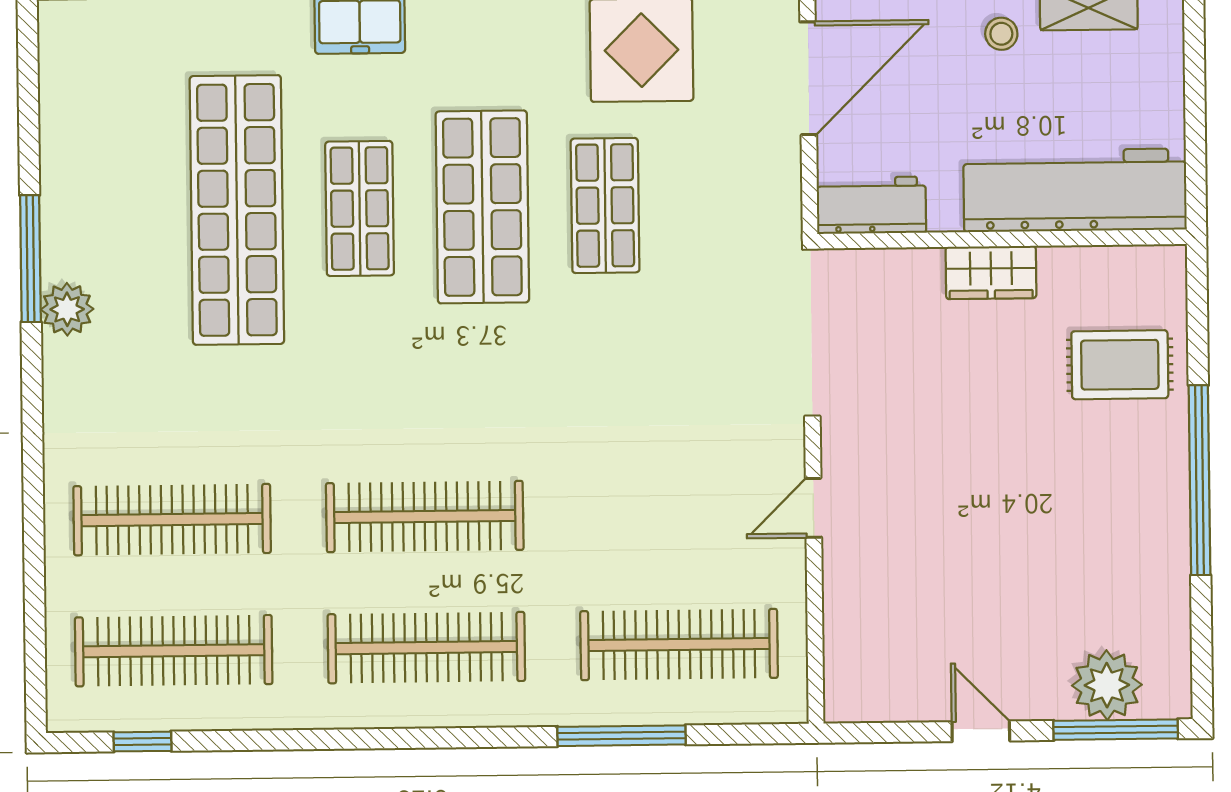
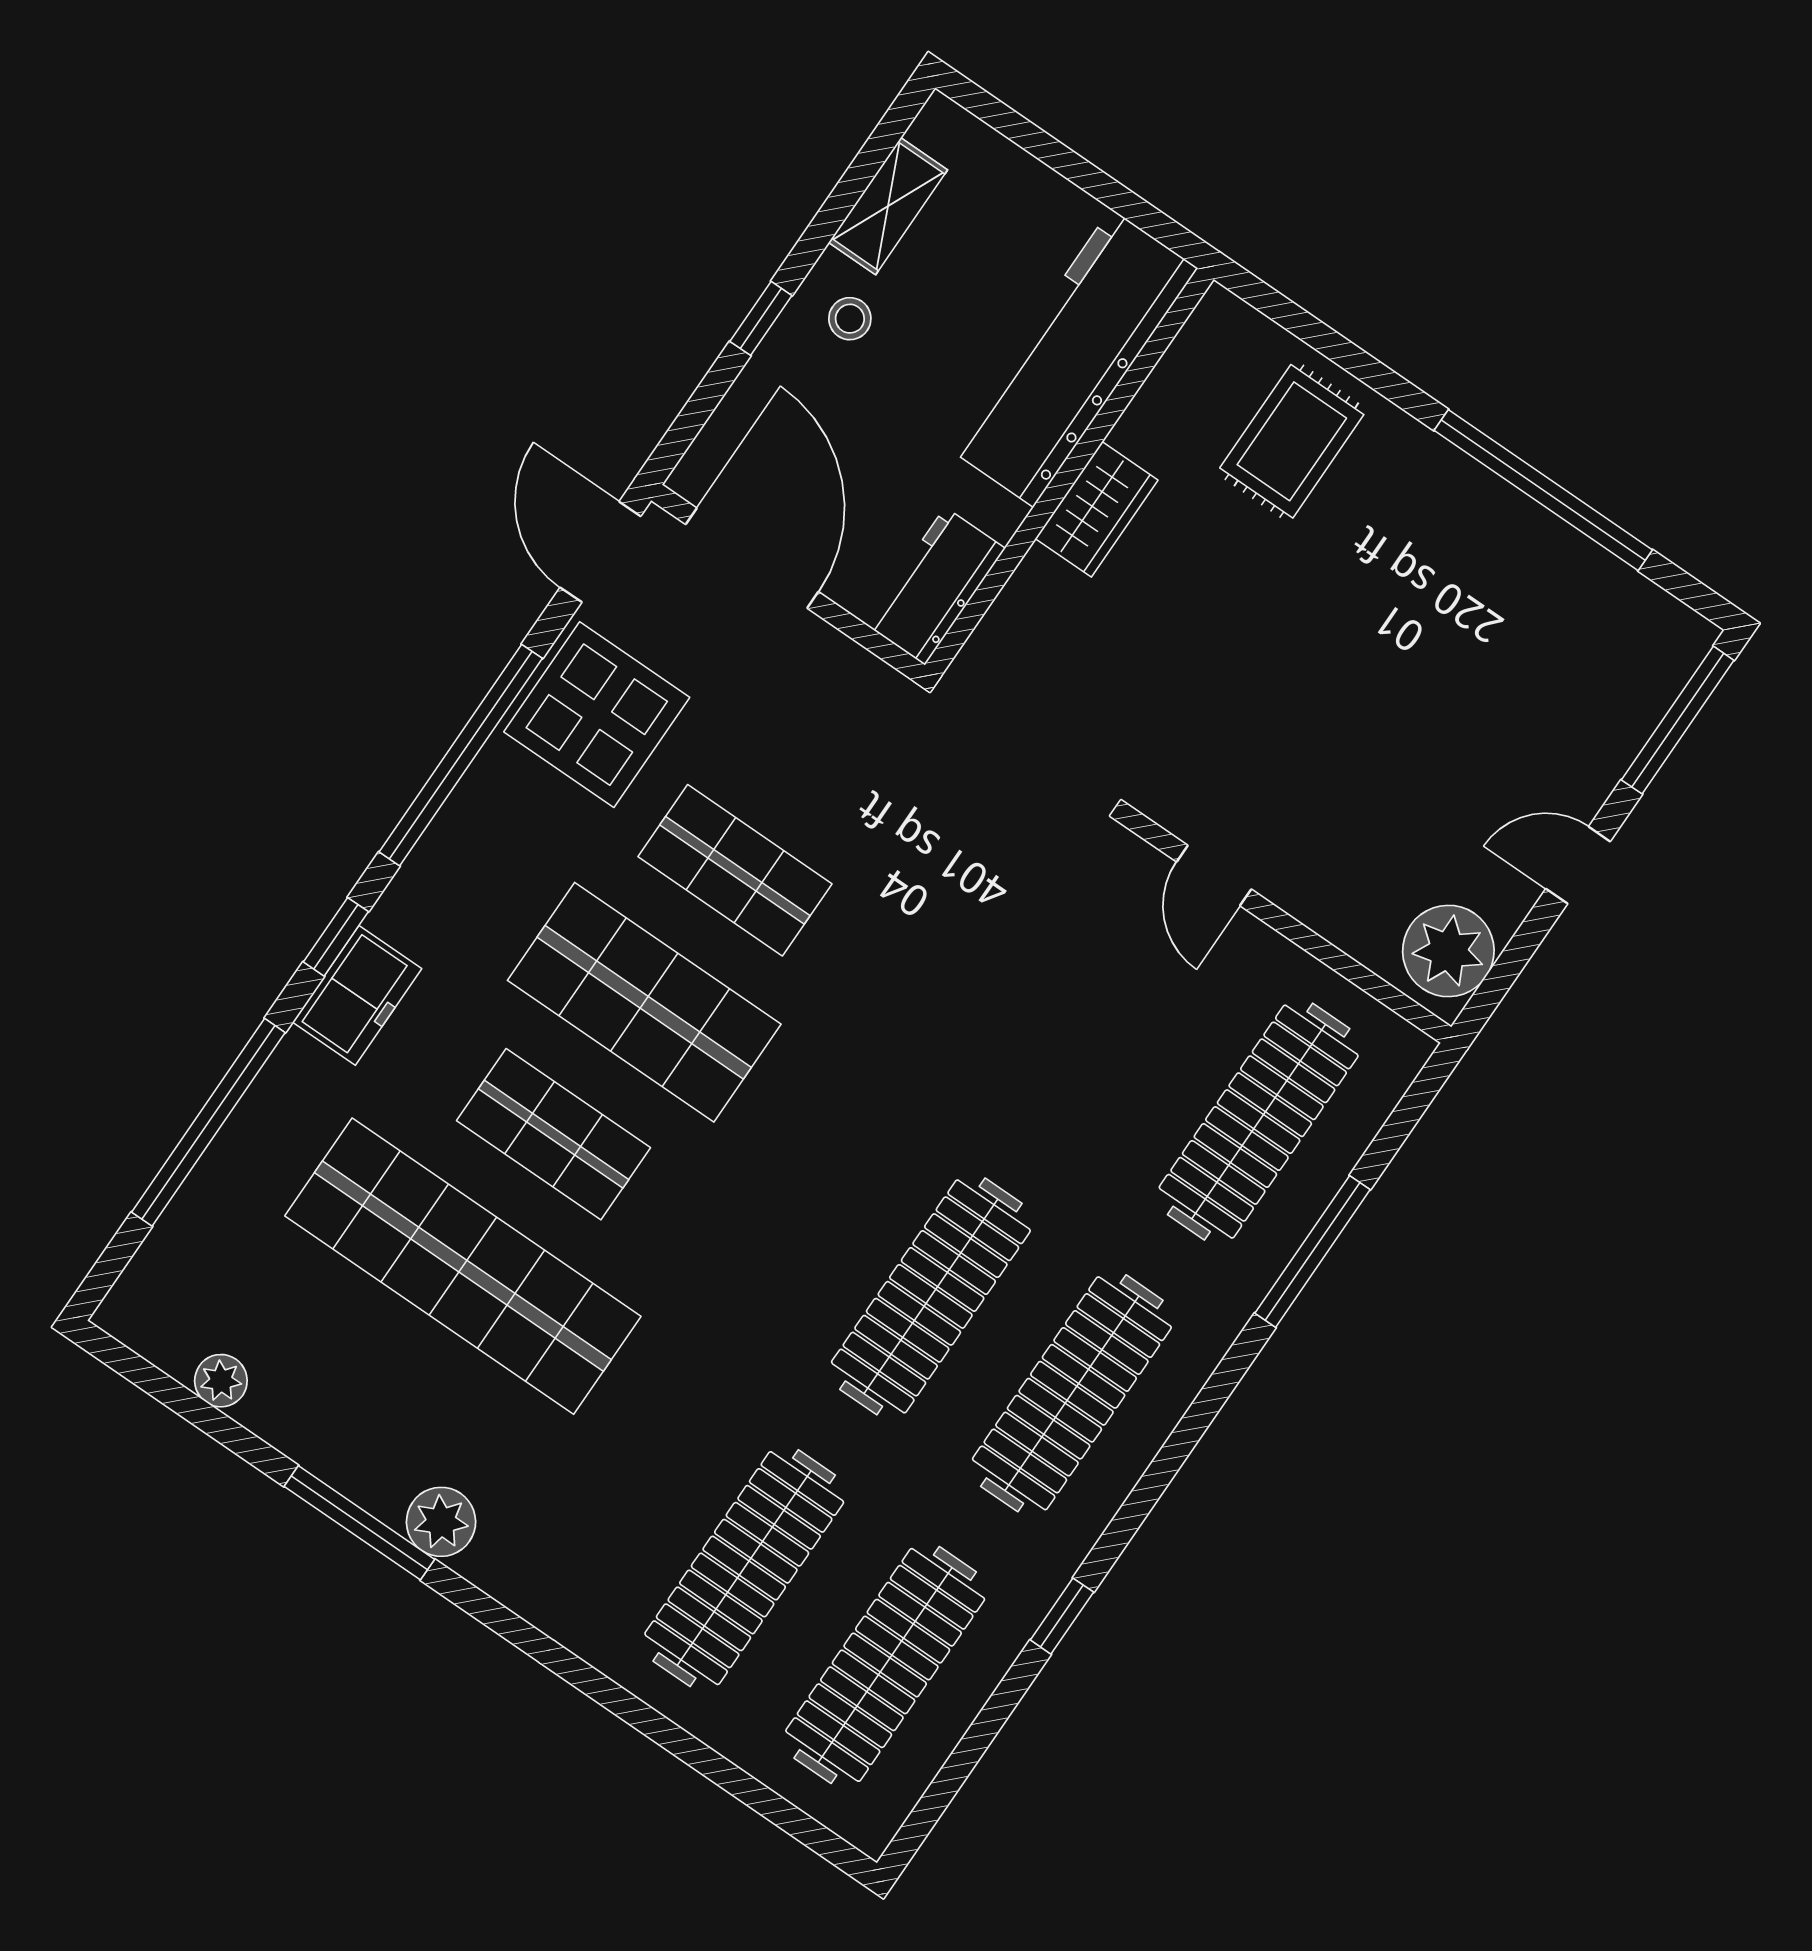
plant: (58, 109) -> (221, 1381), added
window: (1200, 480) -> (1543, 490), moved
plant: (1107, 685) -> (1448, 951), moved
window: (142, 742) -> (1062, 1616), moved

